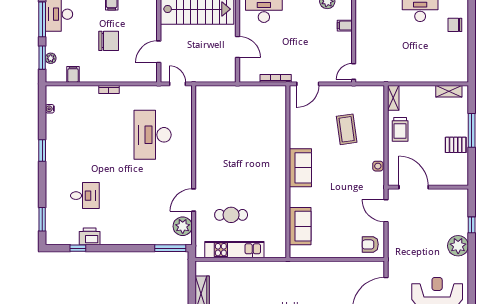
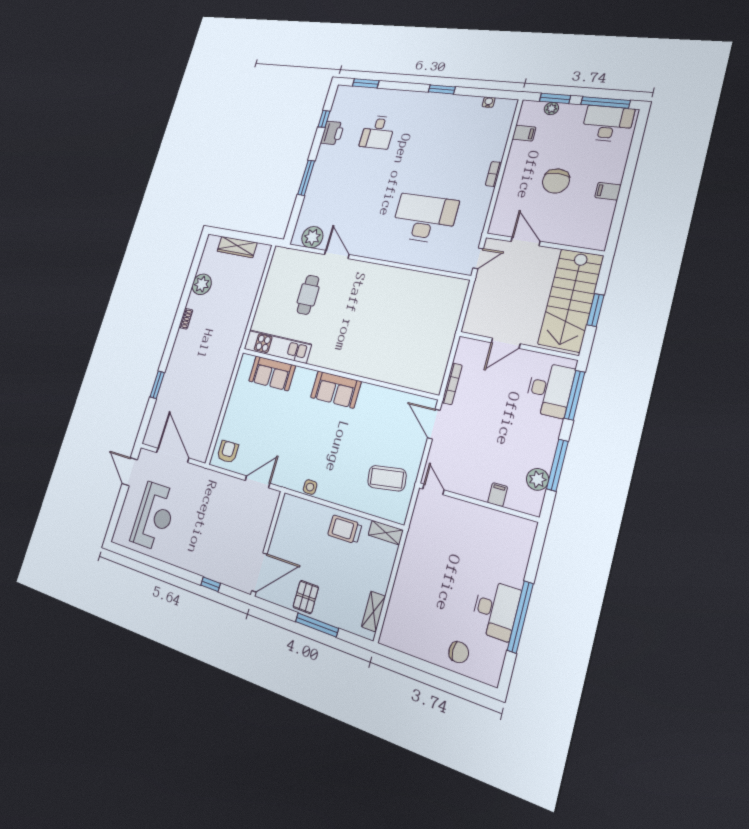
chair: (455, 25) -> (459, 652), turned 90
coffee table: (347, 129) -> (387, 478), moved
door: (414, 187) -> (259, 572), moved
plant: (458, 246) -> (194, 559), removed
window: (170, 248) -> (306, 178), moved
kitchen unit: (234, 250) -> (277, 346), moved, turned -90

